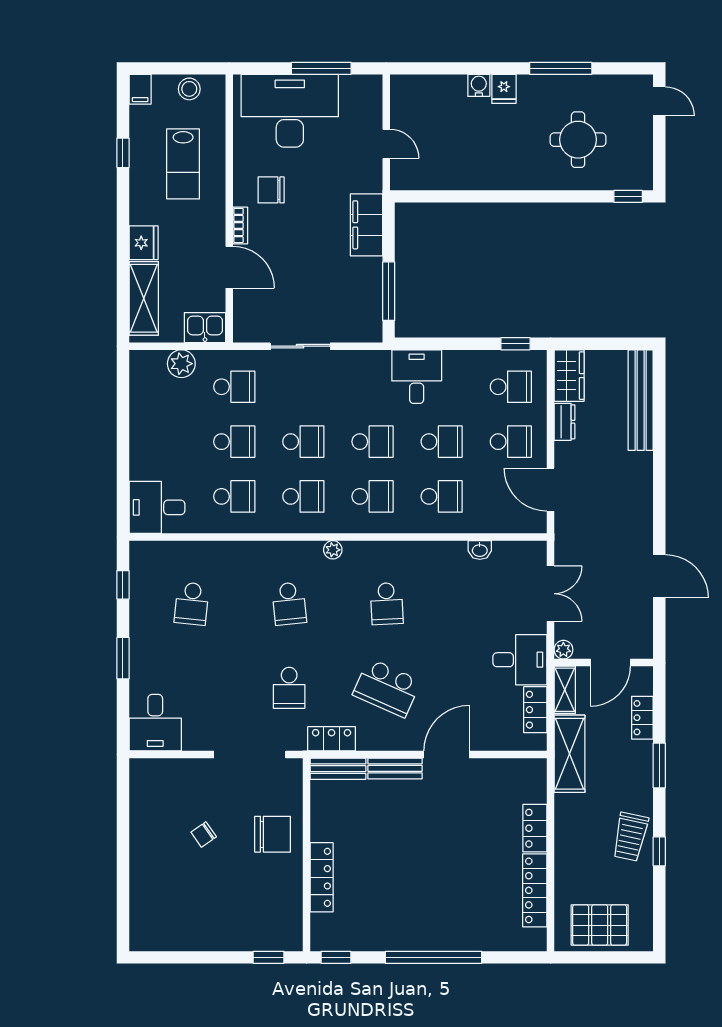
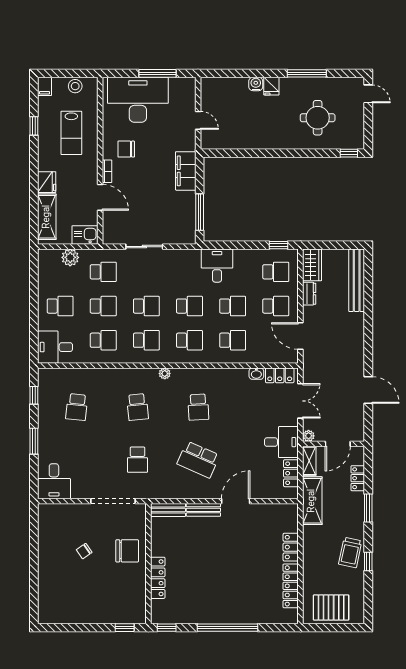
school desk: (165, 442) -> (60, 306), added
locker: (332, 739) -> (280, 375), moved, turned 180

